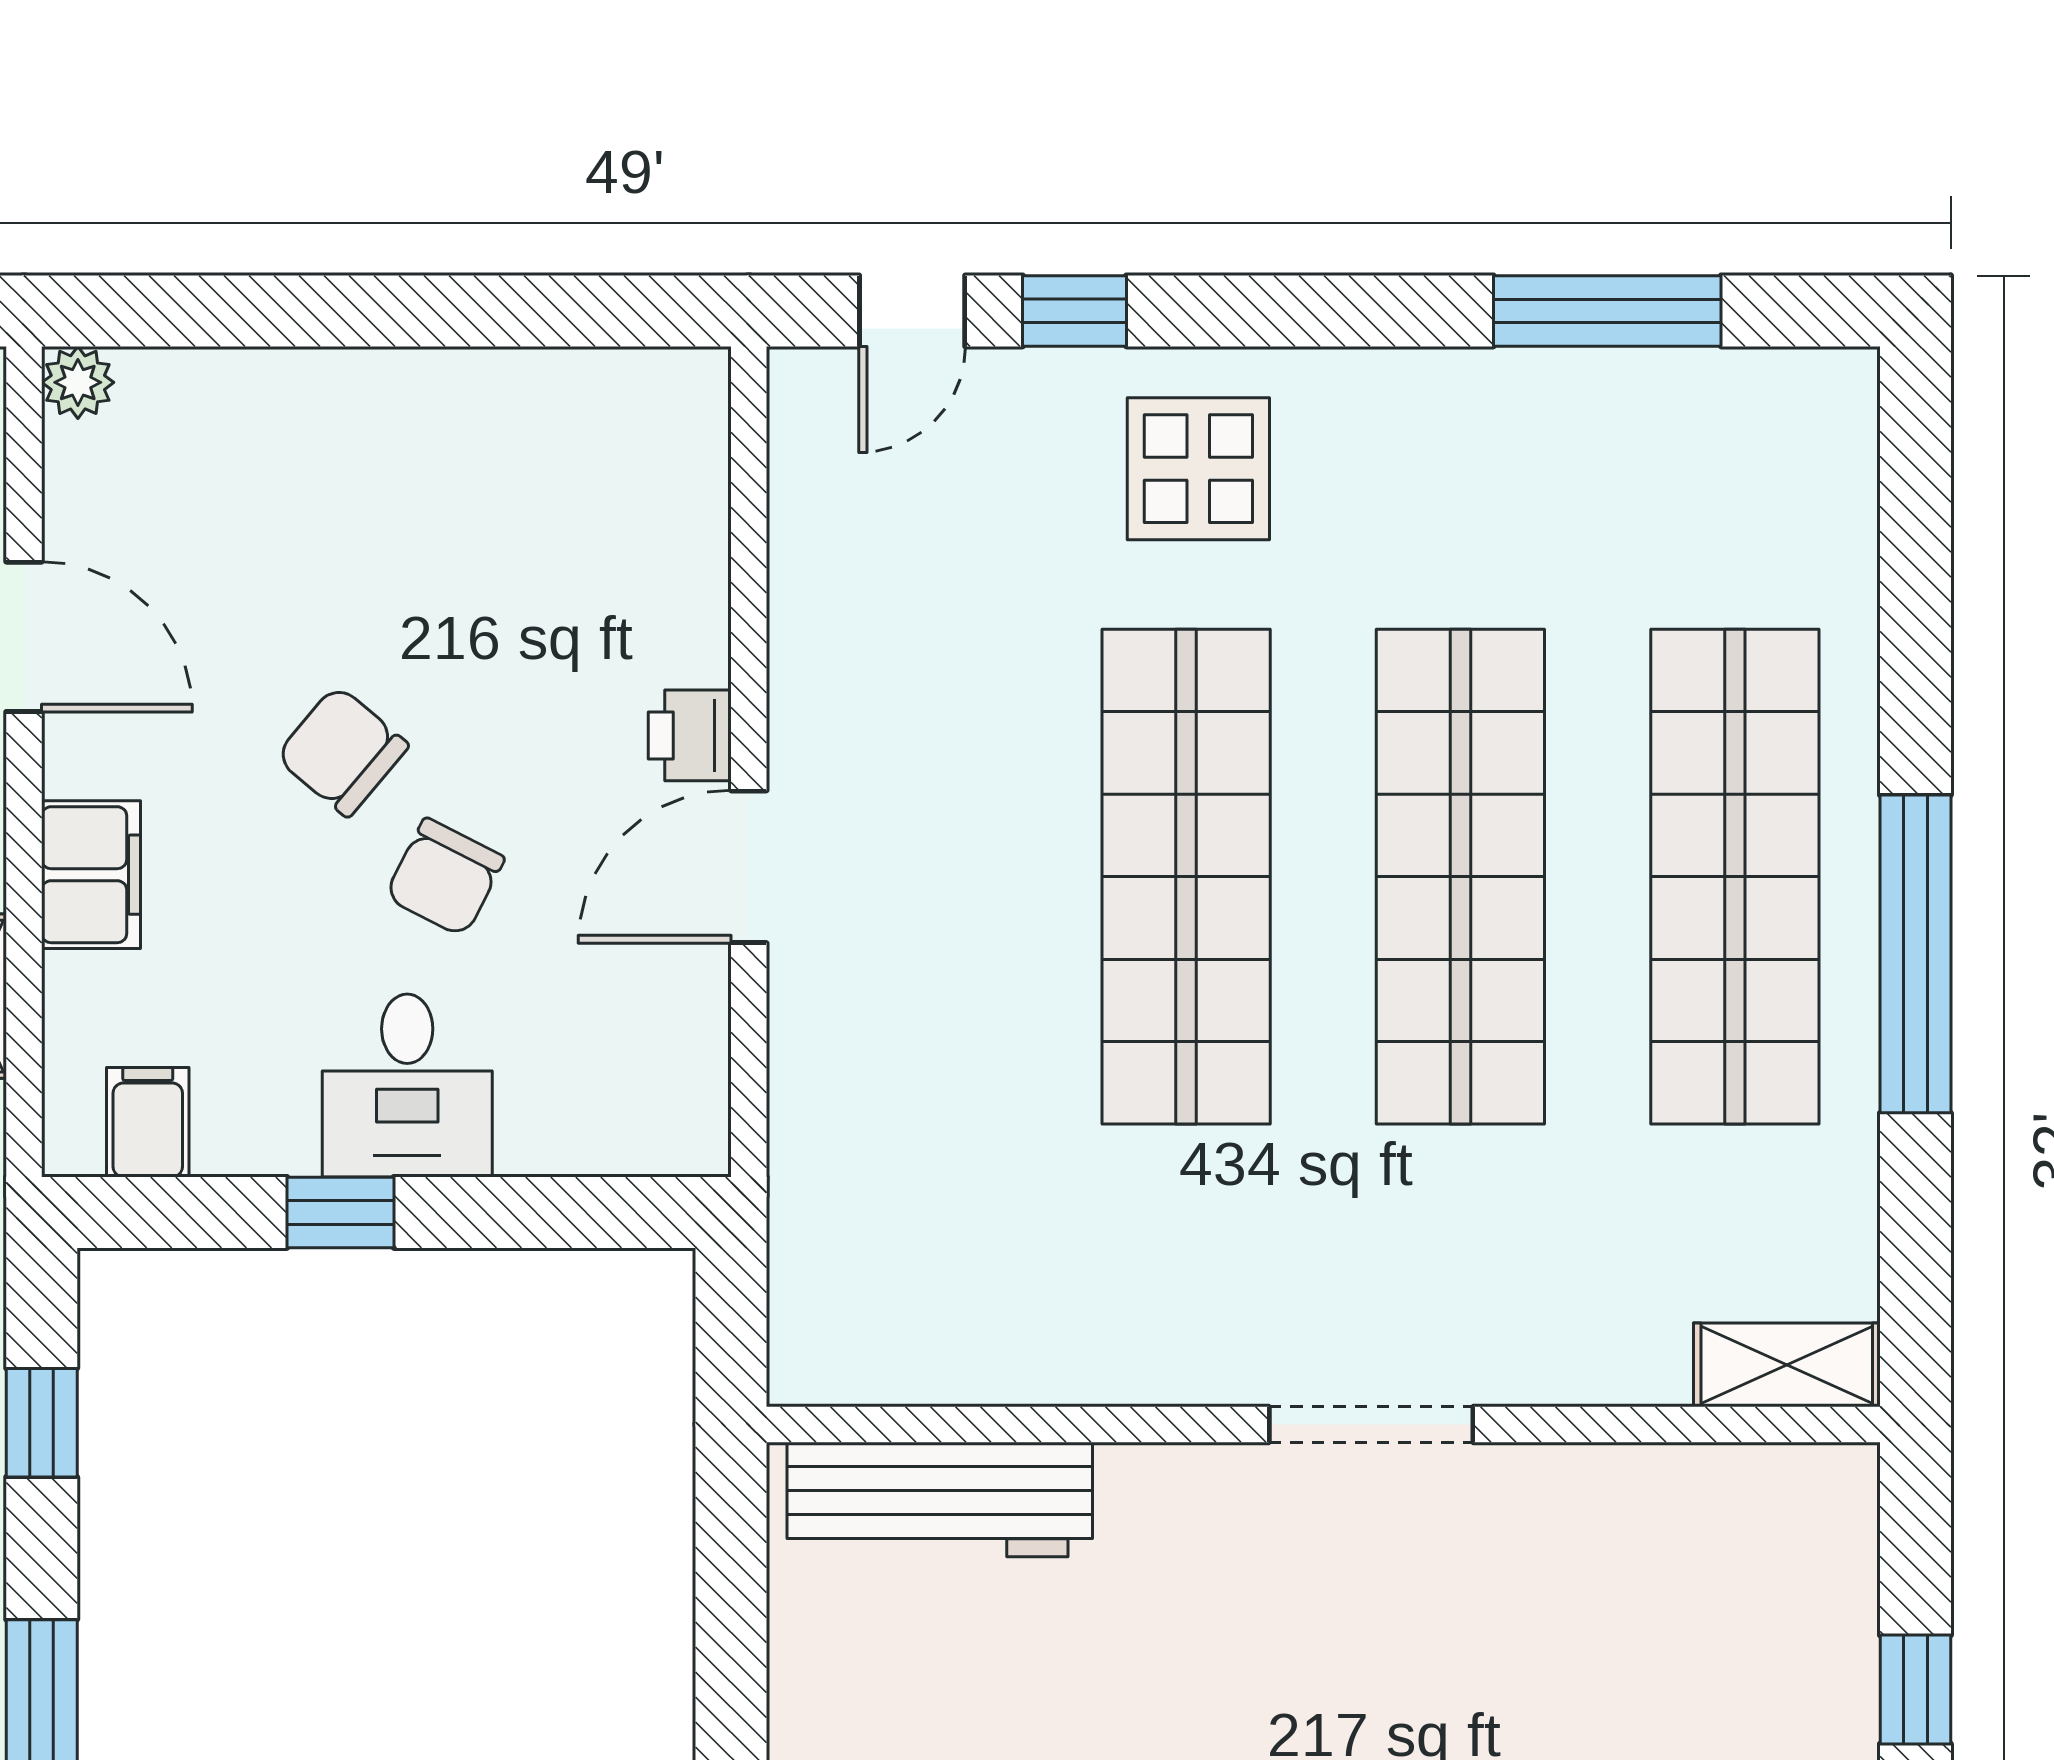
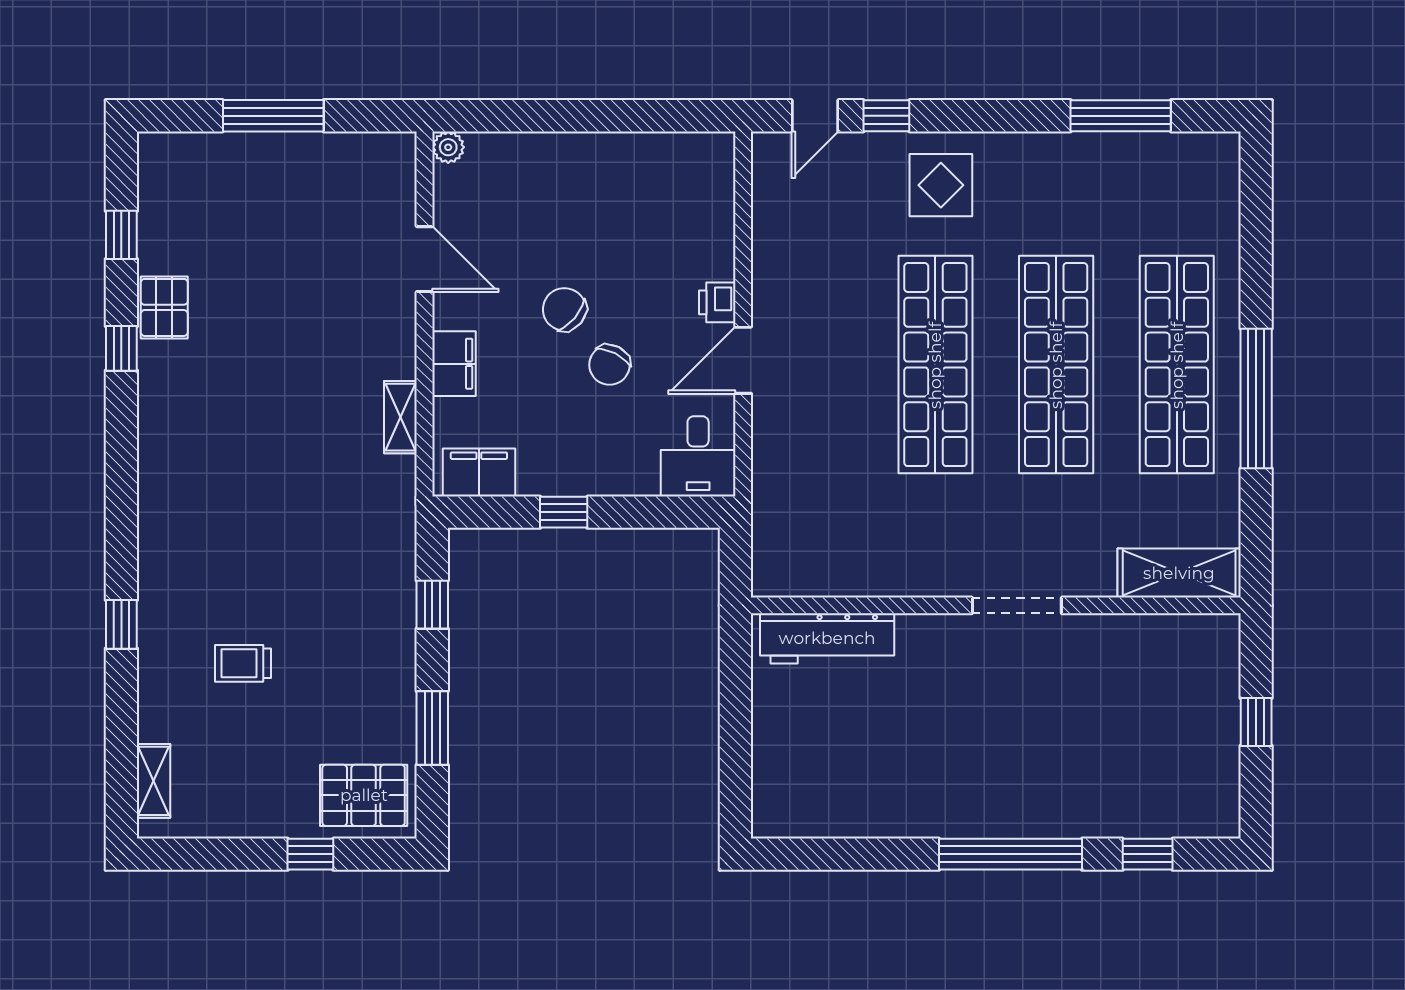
desk: (407, 1086) -> (698, 456), moved
filing cabinet: (148, 1122) -> (479, 473), width x2.00
shelving: (1787, 1365) -> (1179, 573), width x1.50, depth x1.33

